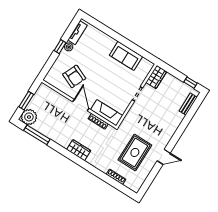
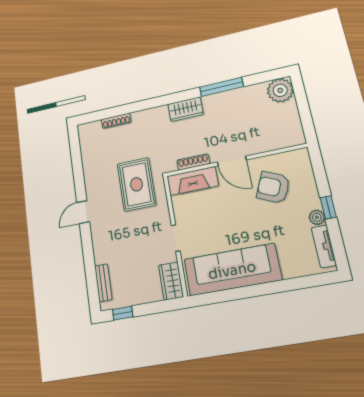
sofa: (126, 56) -> (232, 270), width x1.85, depth x1.27
window: (26, 101) -> (303, 105), removed
window: (37, 135) -> (221, 87), moved
rug: (135, 152) -> (137, 184), moved
door: (164, 157) -> (83, 212), moved

